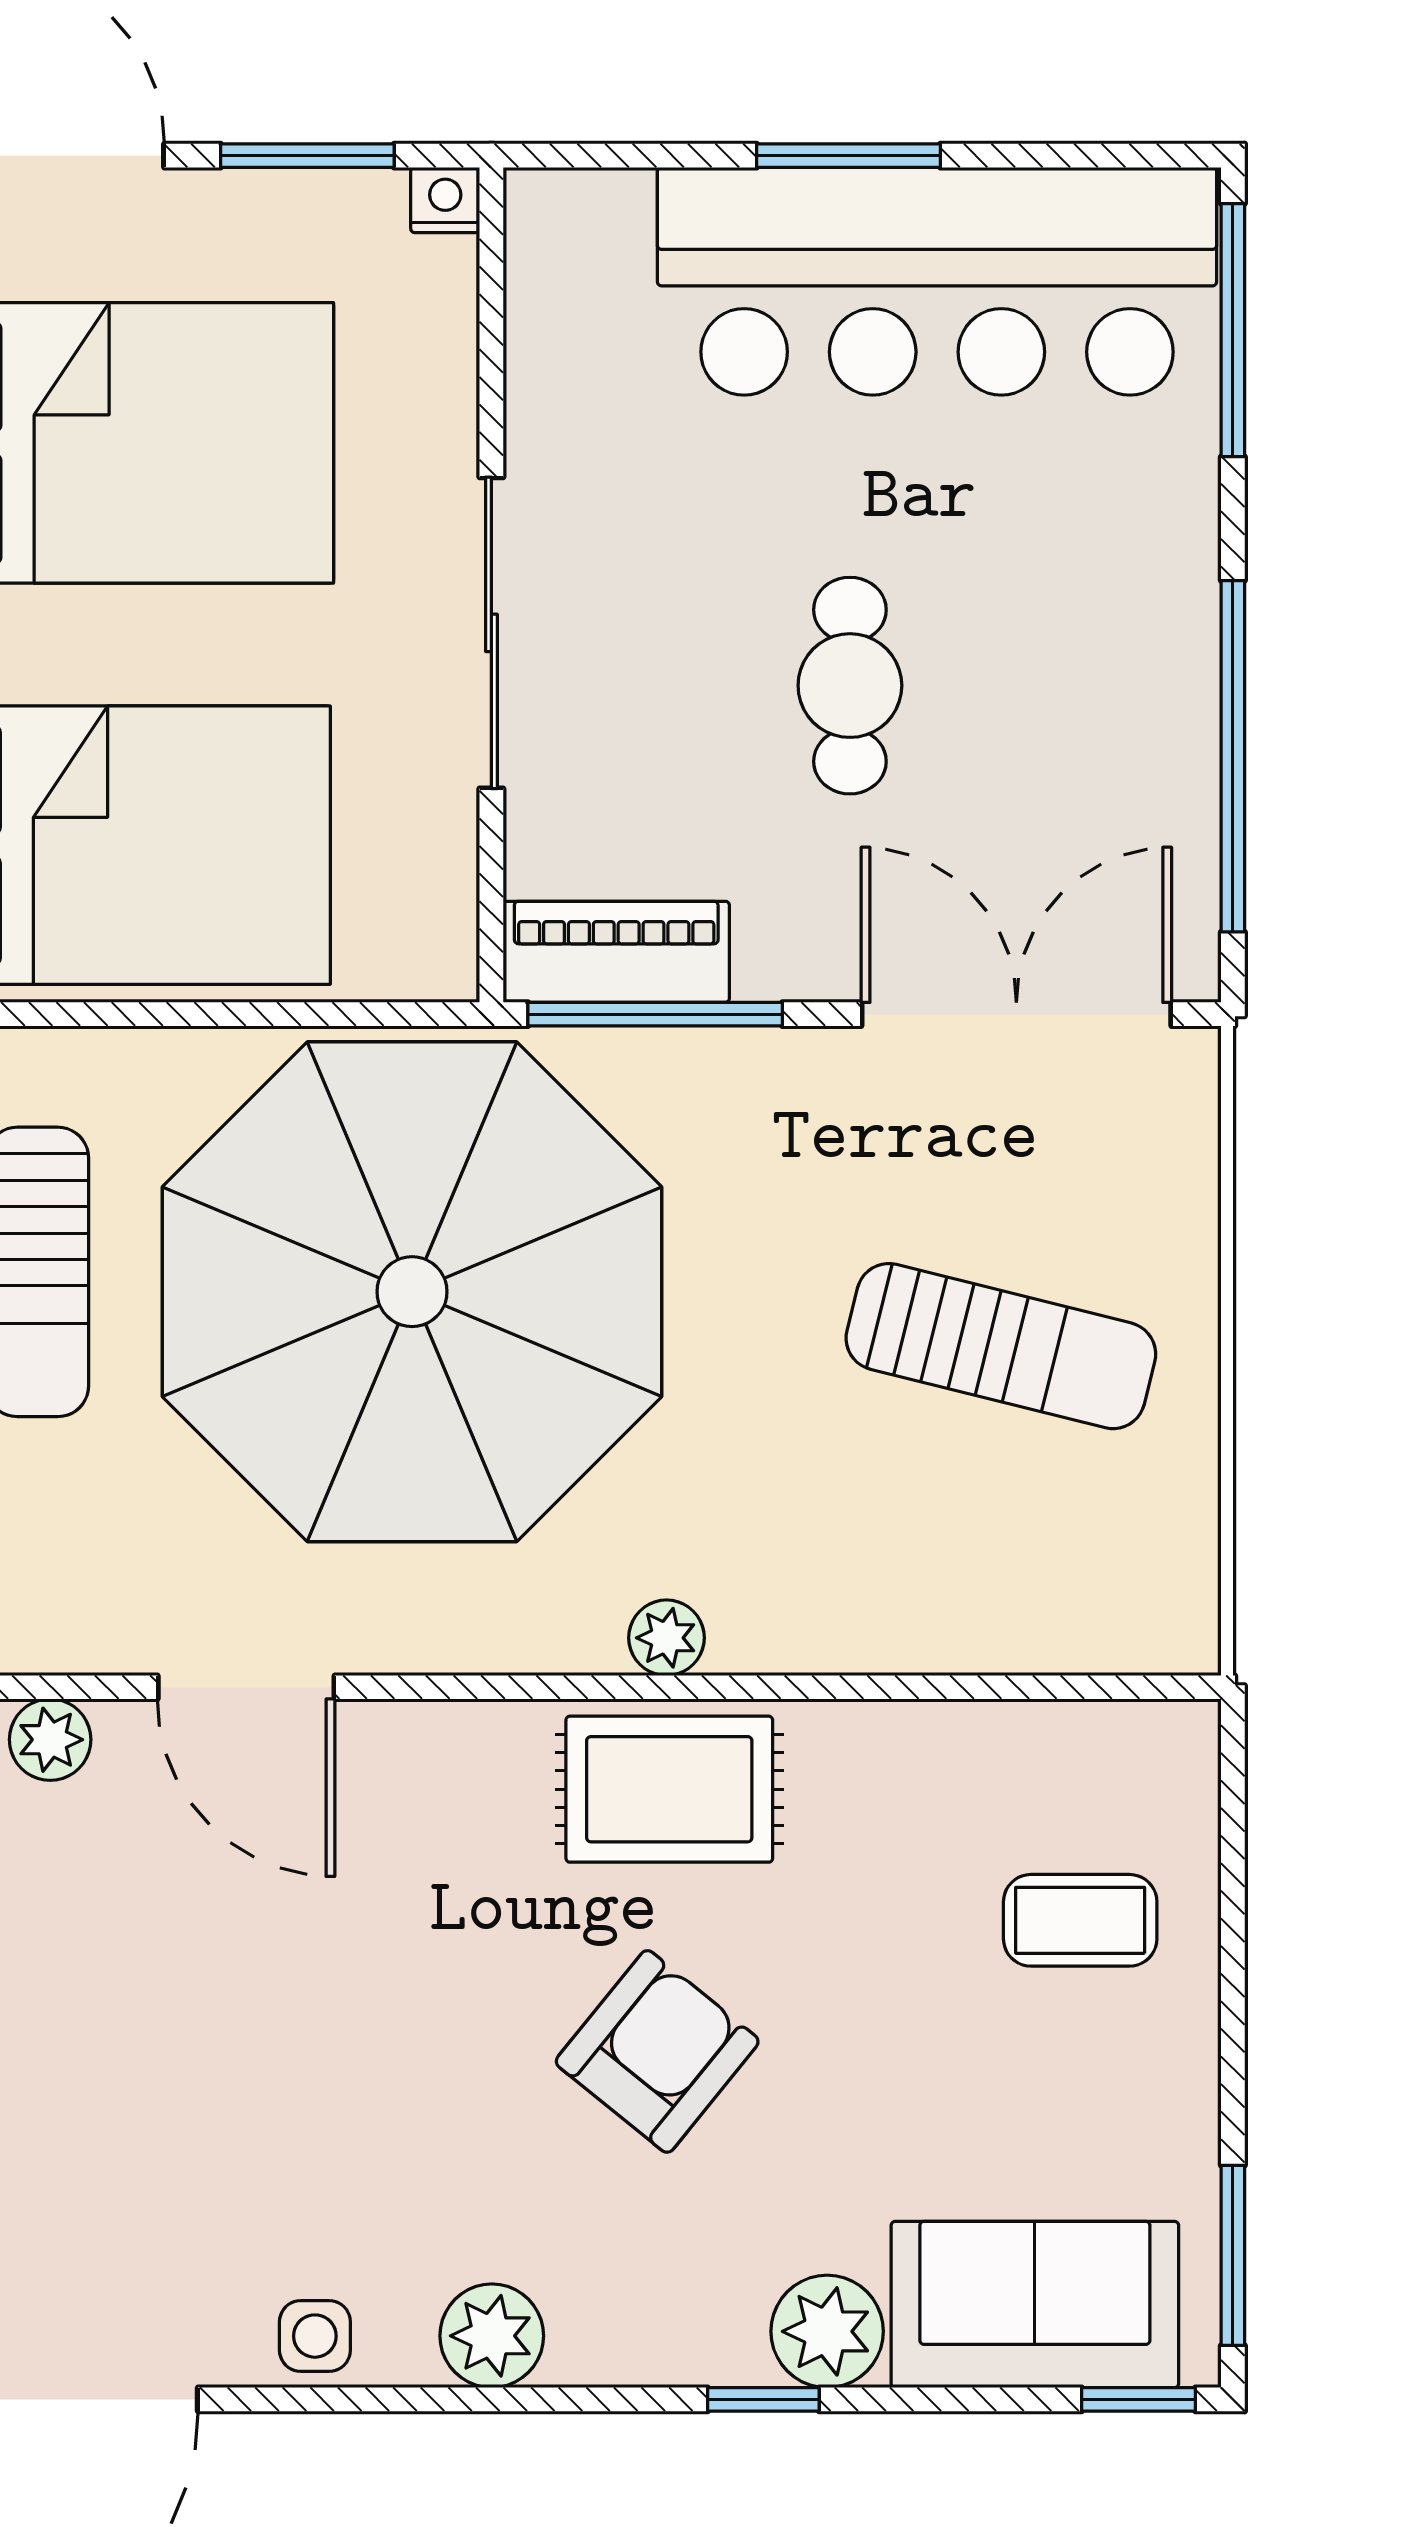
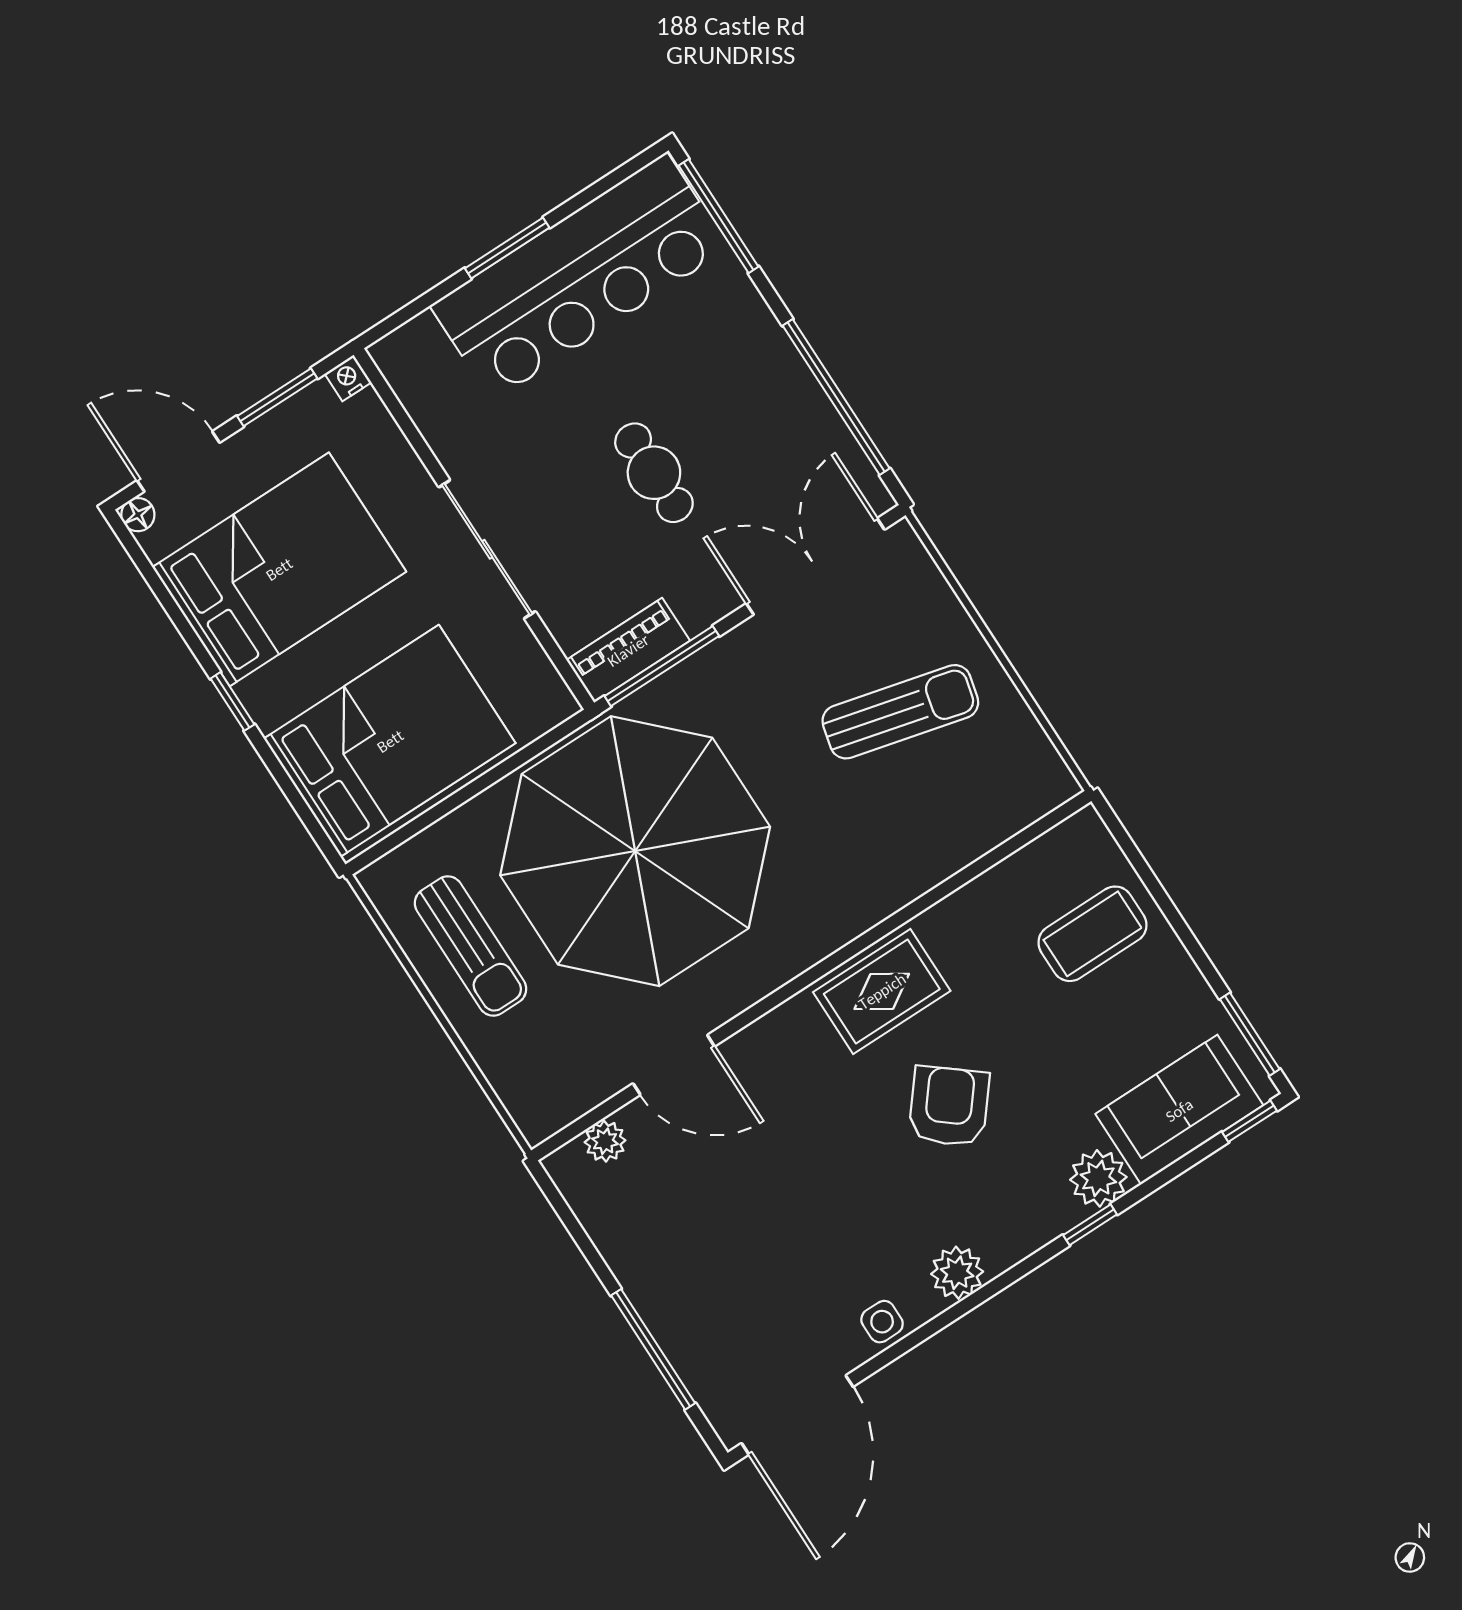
plant: (666, 1638) -> (839, 928), removed
coffee table: (1080, 1920) -> (1092, 934), width x1.36, depth x1.30

